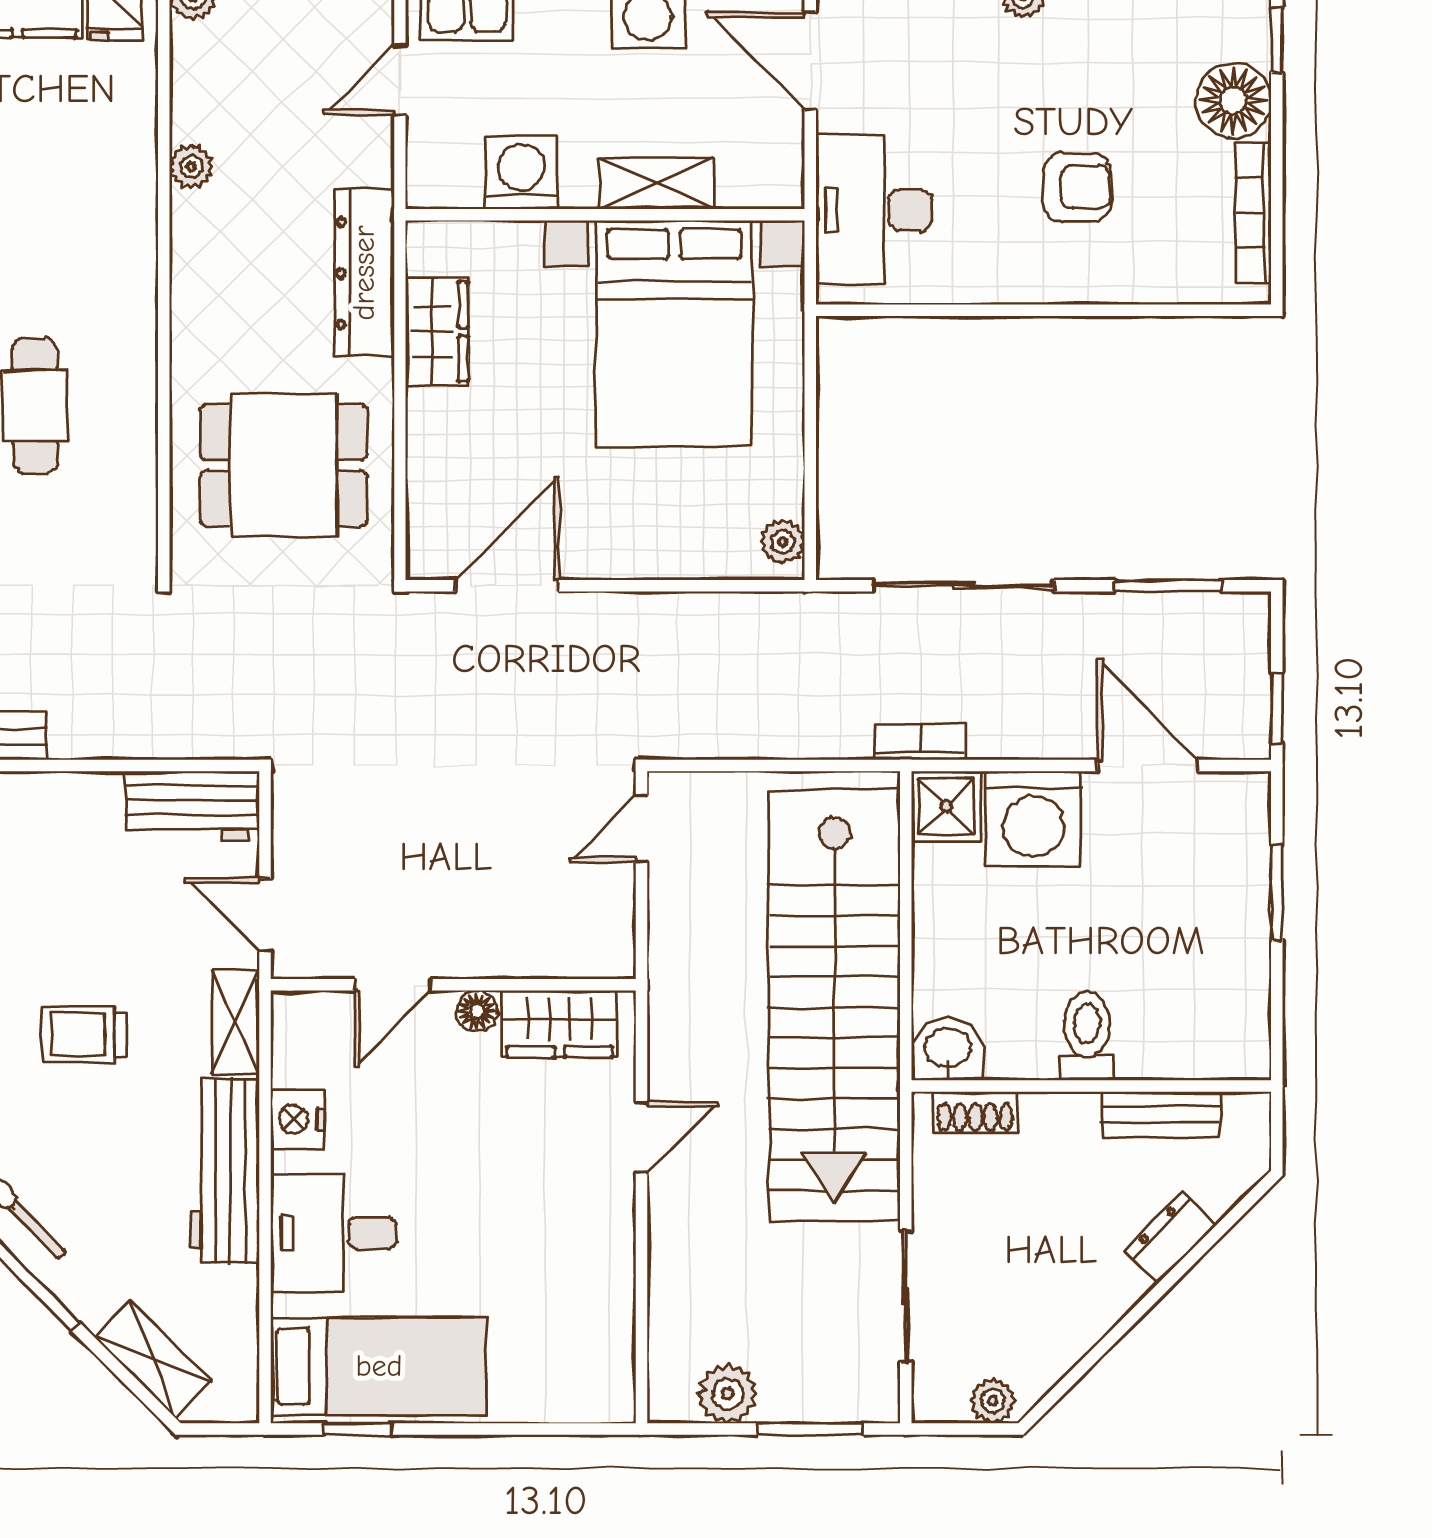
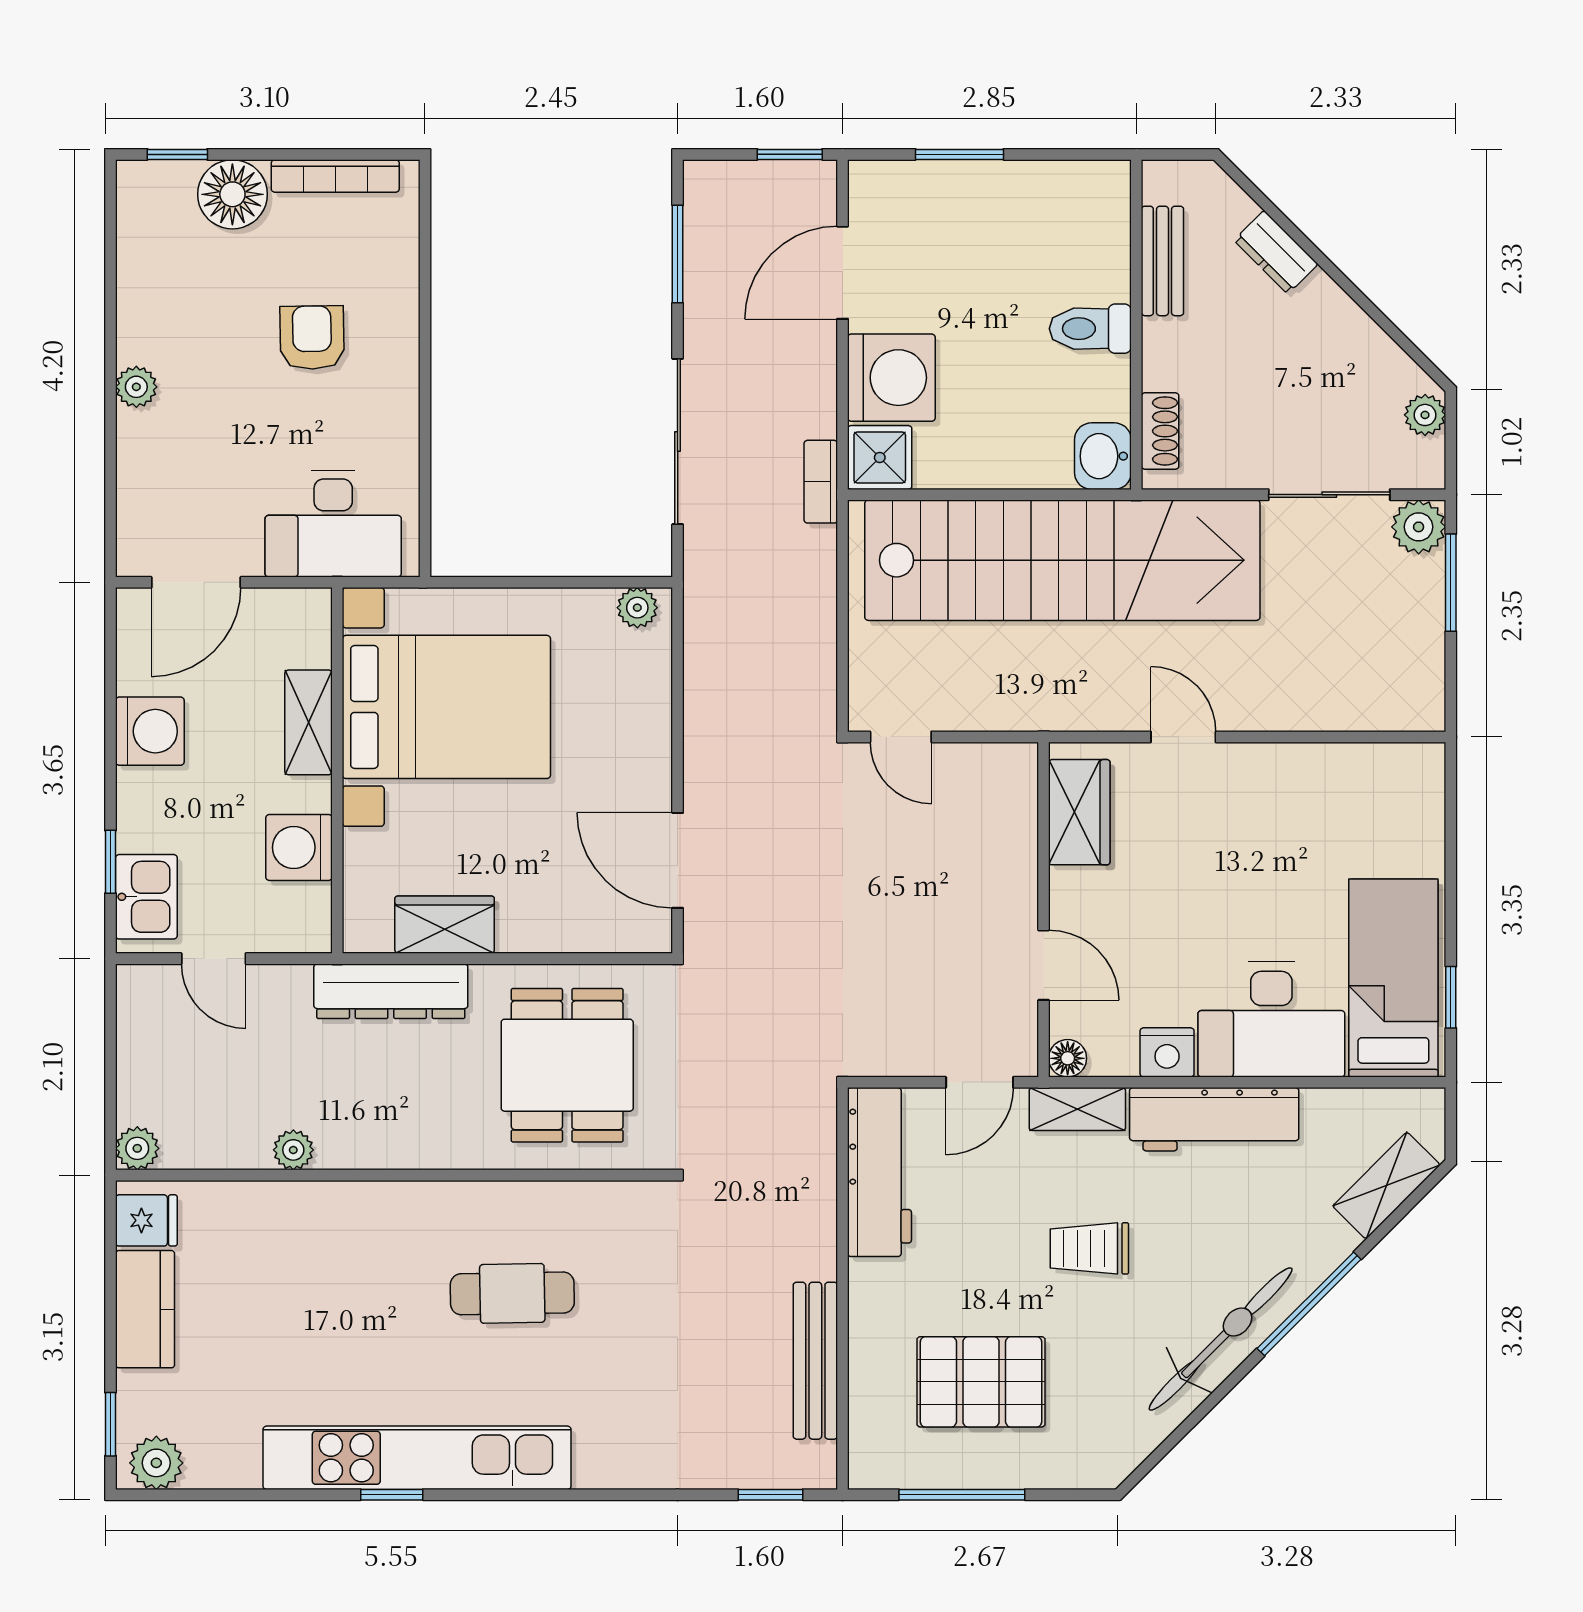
workbench: (192, 806) -> (879, 1172), width x1.37
floor lamp: (477, 1011) -> (1068, 1058), moved
trolley: (84, 1035) -> (1089, 1248), turned 90
desk: (333, 1233) -> (1271, 1020), width x1.37
plant: (728, 1394) -> (1419, 527), moved

